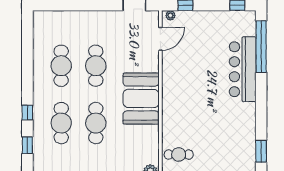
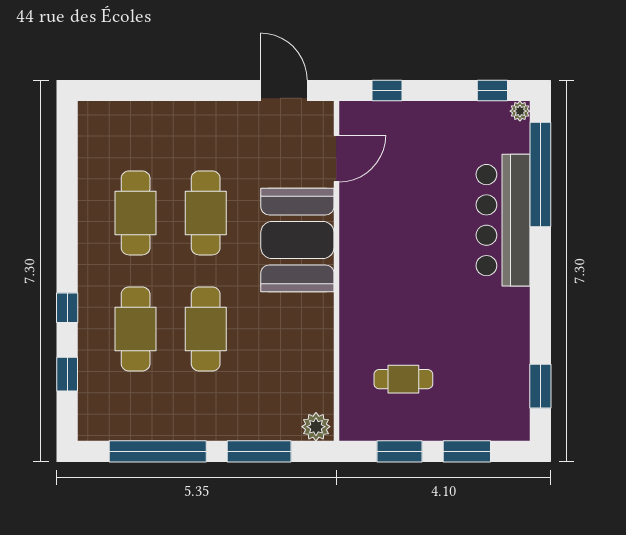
plant: (170, 15) -> (520, 111), moved
booth: (141, 99) -> (297, 240), moved
cafe table: (179, 155) -> (403, 379), moved

